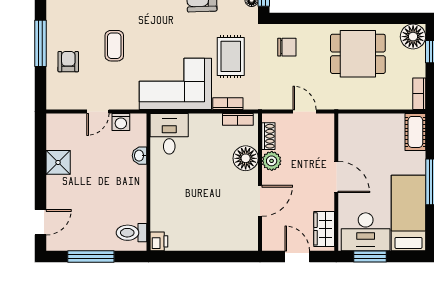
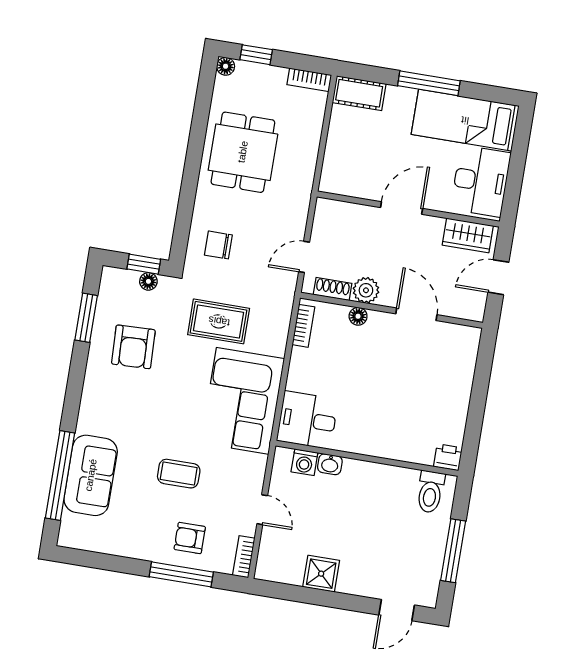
floor lamp: (413, 37) -> (226, 66), width x0.53, depth x0.53
window: (40, 43) -> (181, 574), moved
chair: (287, 47) -> (218, 245), turned -90
bookcase: (228, 104) -> (244, 557), moved
door: (305, 111) -> (304, 257), moved
washing machine: (121, 122) -> (304, 462), moved, turned 90
floor lamp: (246, 158) -> (358, 316), width x0.53, depth x0.53
door: (40, 222) -> (397, 610), swing flipped
window: (370, 257) -> (514, 181), removed

